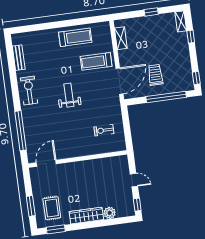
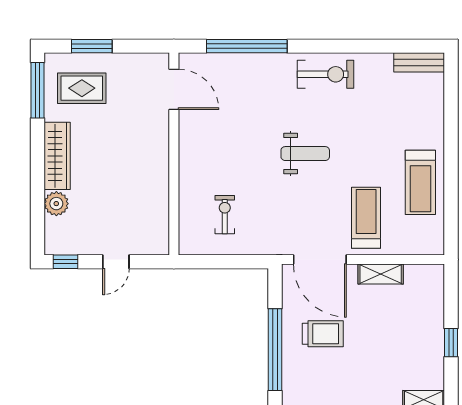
shelving: (121, 38) -> (381, 274), moved
bench: (19, 58) -> (419, 62), moved
window: (56, 229) -> (37, 90), width x1.44

